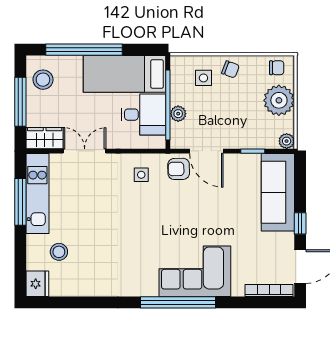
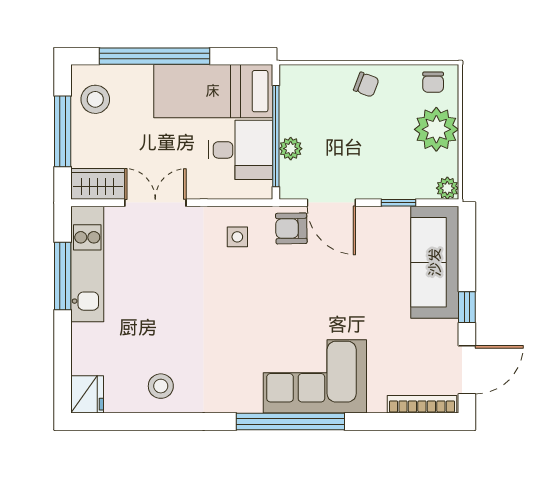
chair: (277, 68) -> (433, 82), turned 90
side table: (203, 78) -> (327, 97), removed
stool: (59, 252) -> (161, 386), moved

